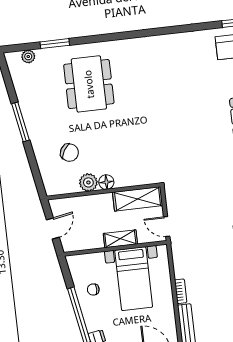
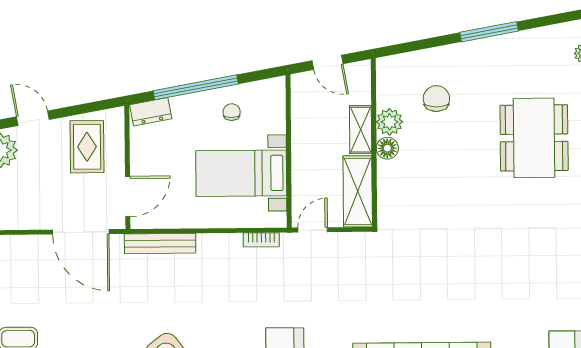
dining table: (89, 84) -> (534, 138), turned 90
chair: (69, 153) -> (436, 99), turned 149
shelving: (120, 239) -> (361, 130), moved
bookcase: (181, 291) -> (261, 240), moved

